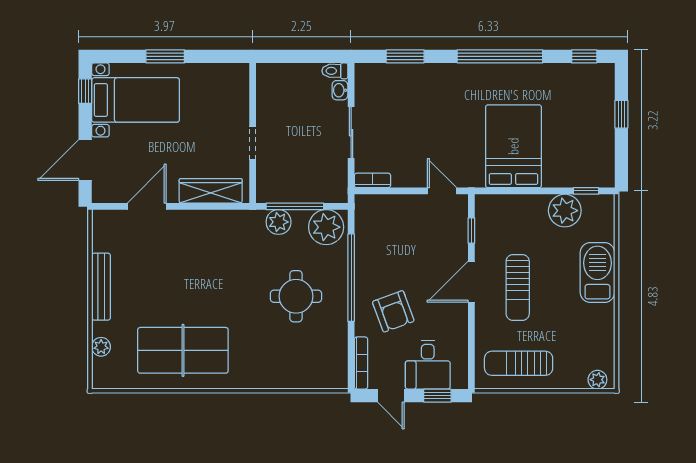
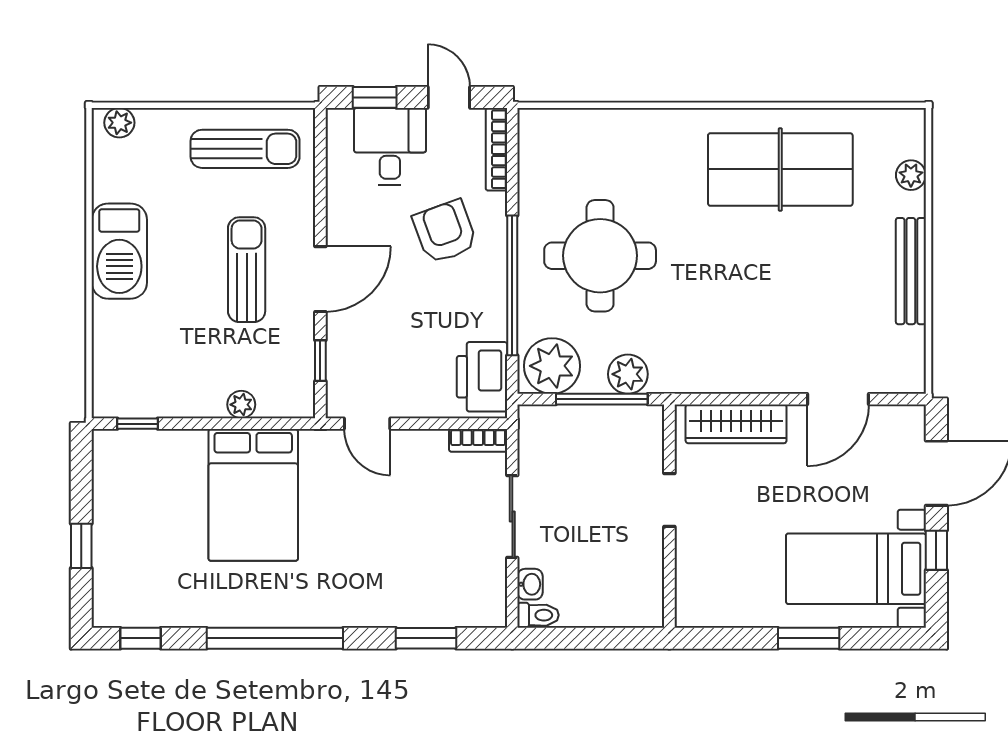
window: (85, 91) -> (936, 550), moved
plant: (565, 211) -> (241, 405), moved, width x0.53, depth x0.53
printer: (370, 220) -> (482, 377), added
barbecue: (597, 272) -> (119, 251), moved
round table: (296, 296) -> (600, 256), width x1.36, depth x1.36

